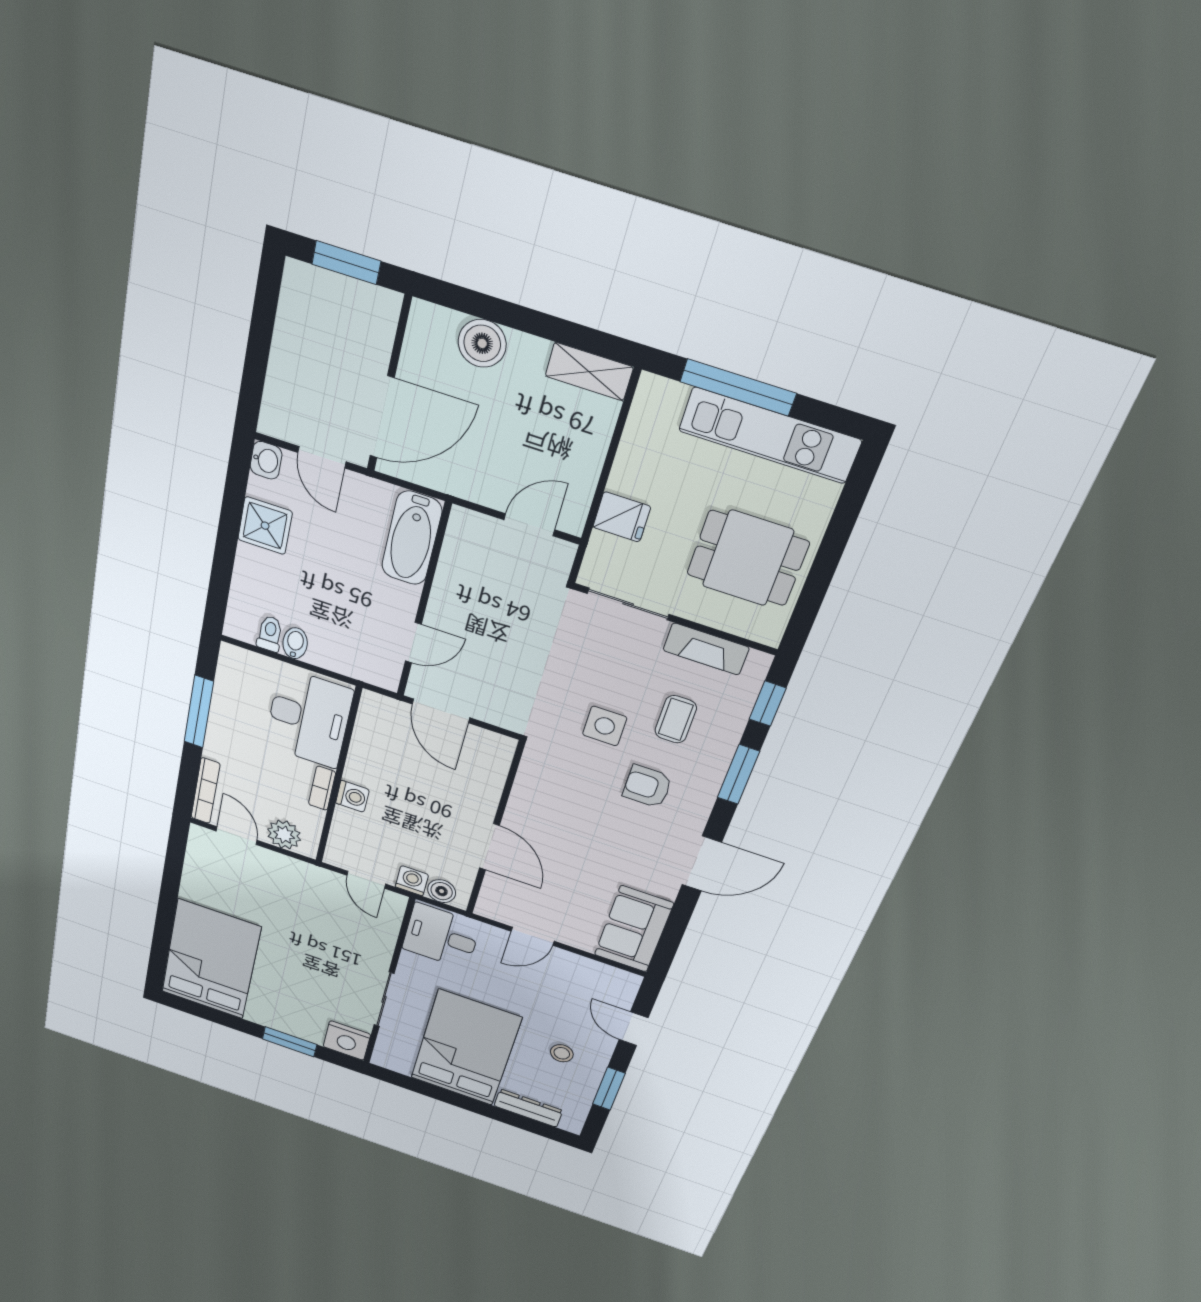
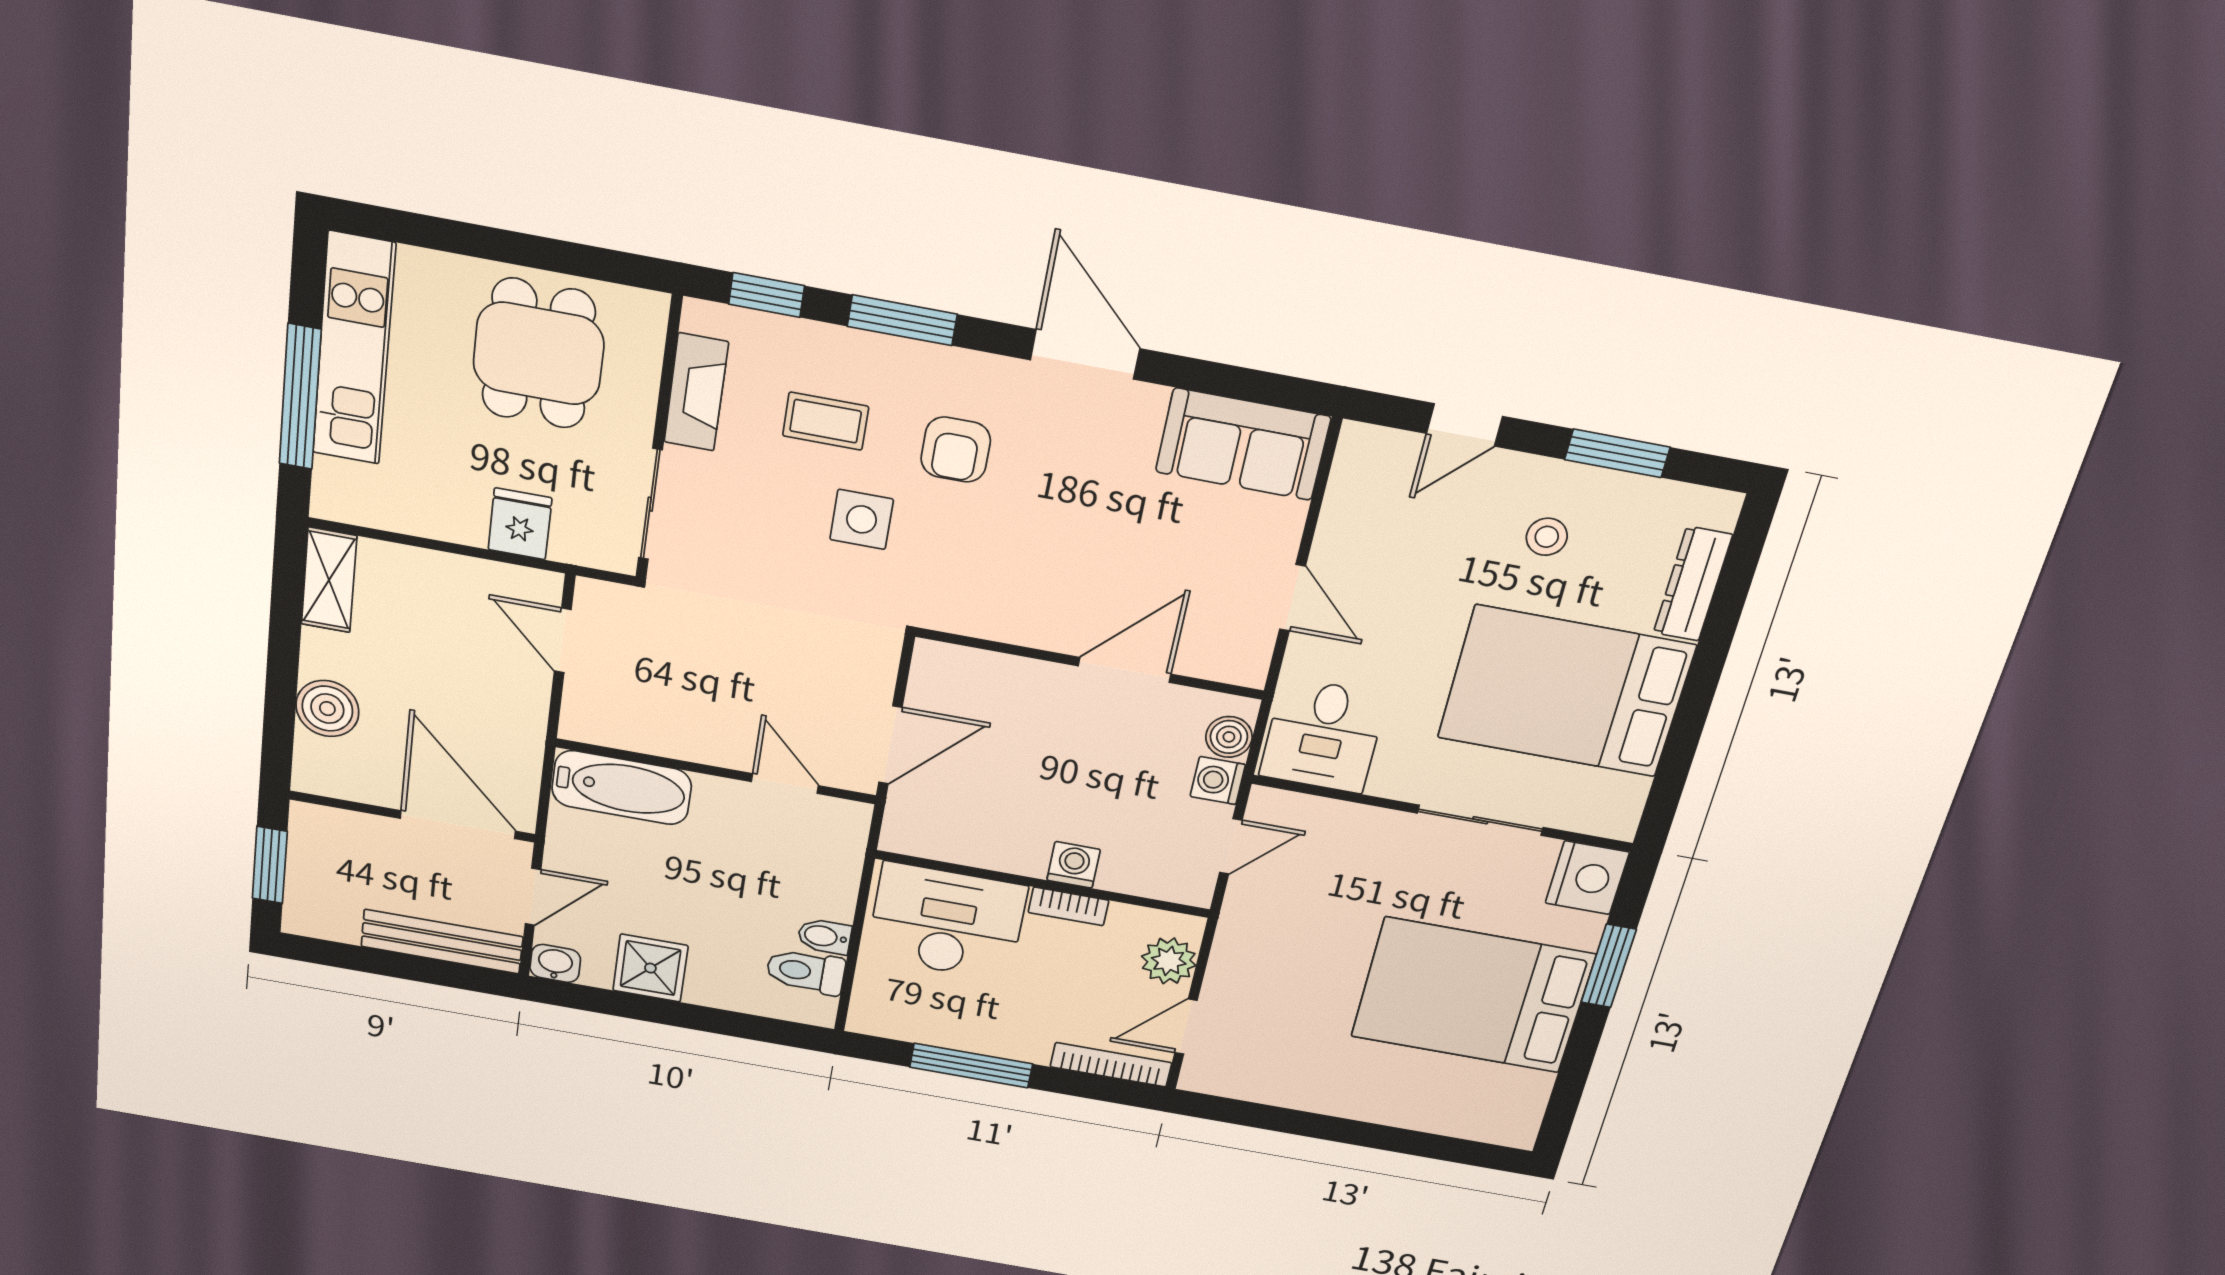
bench: (282, 381) -> (442, 942), added
toilet: (270, 634) -> (806, 972), width x1.37, depth x1.39
bed: (211, 960) -> (1473, 995), moved

